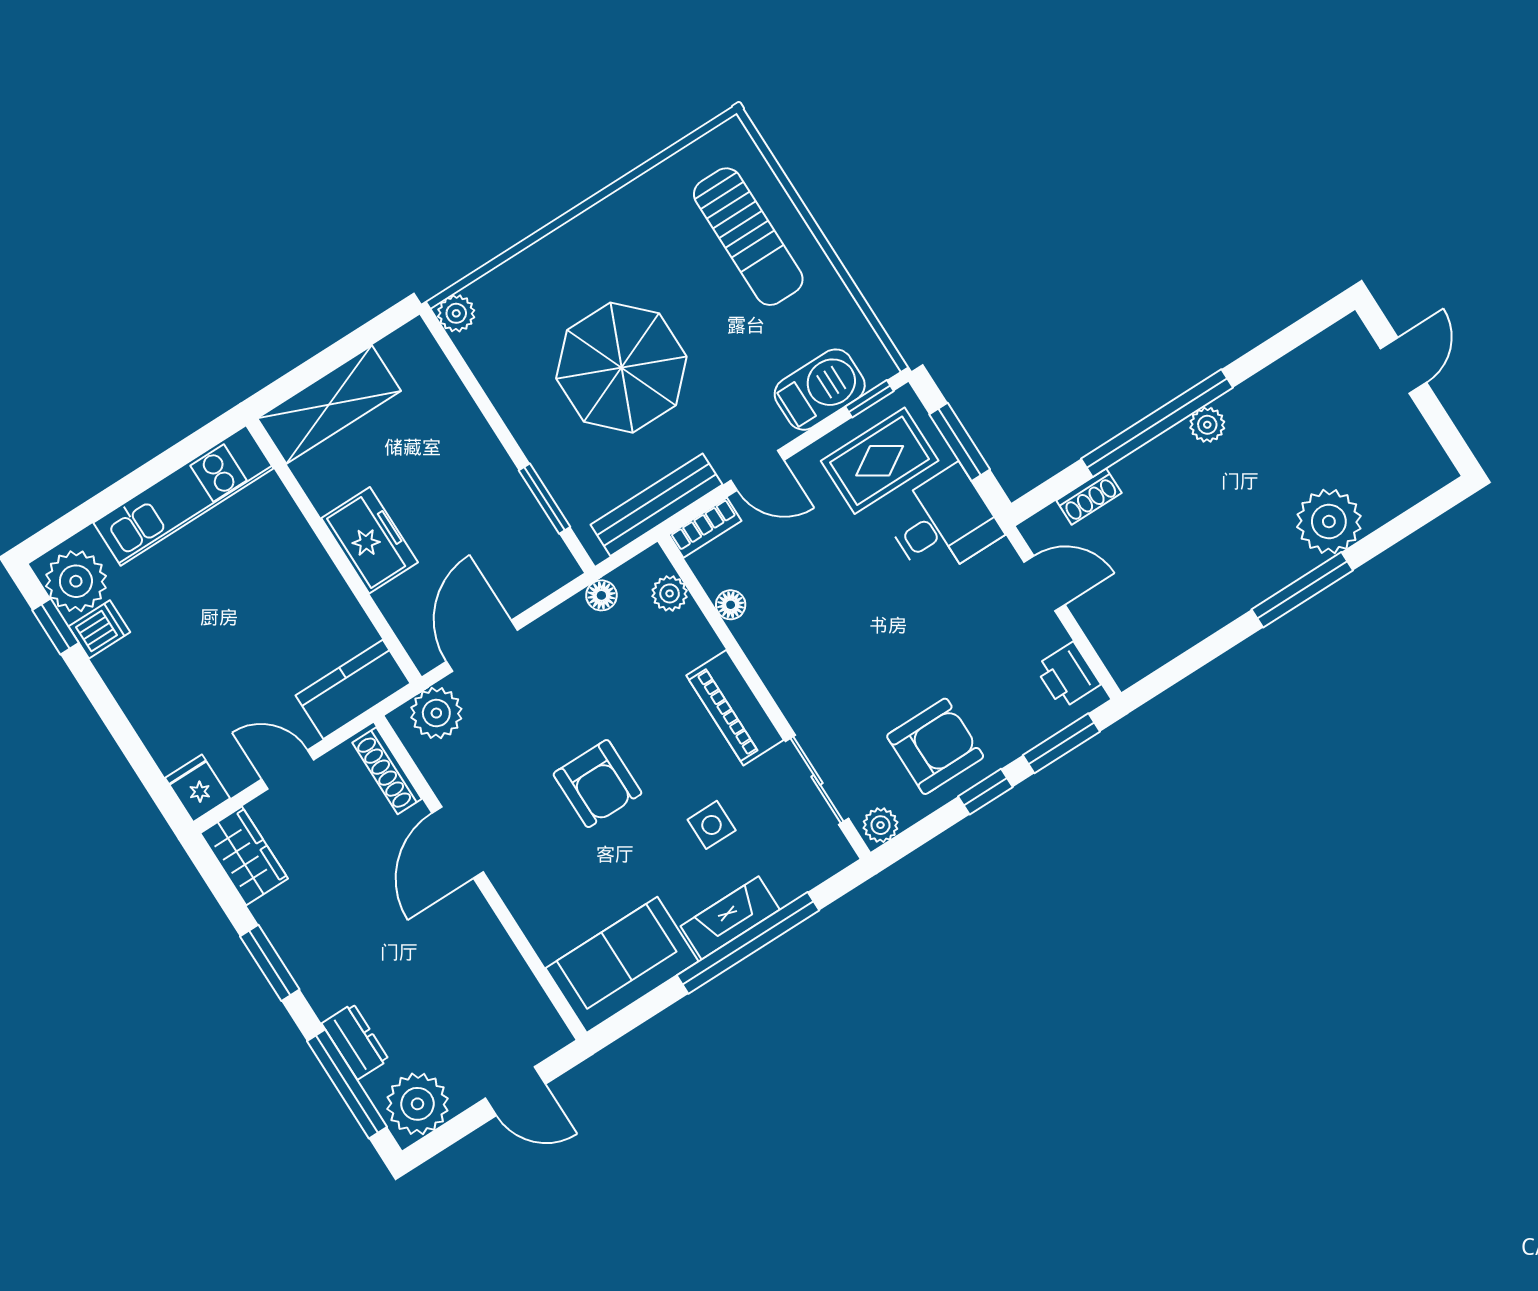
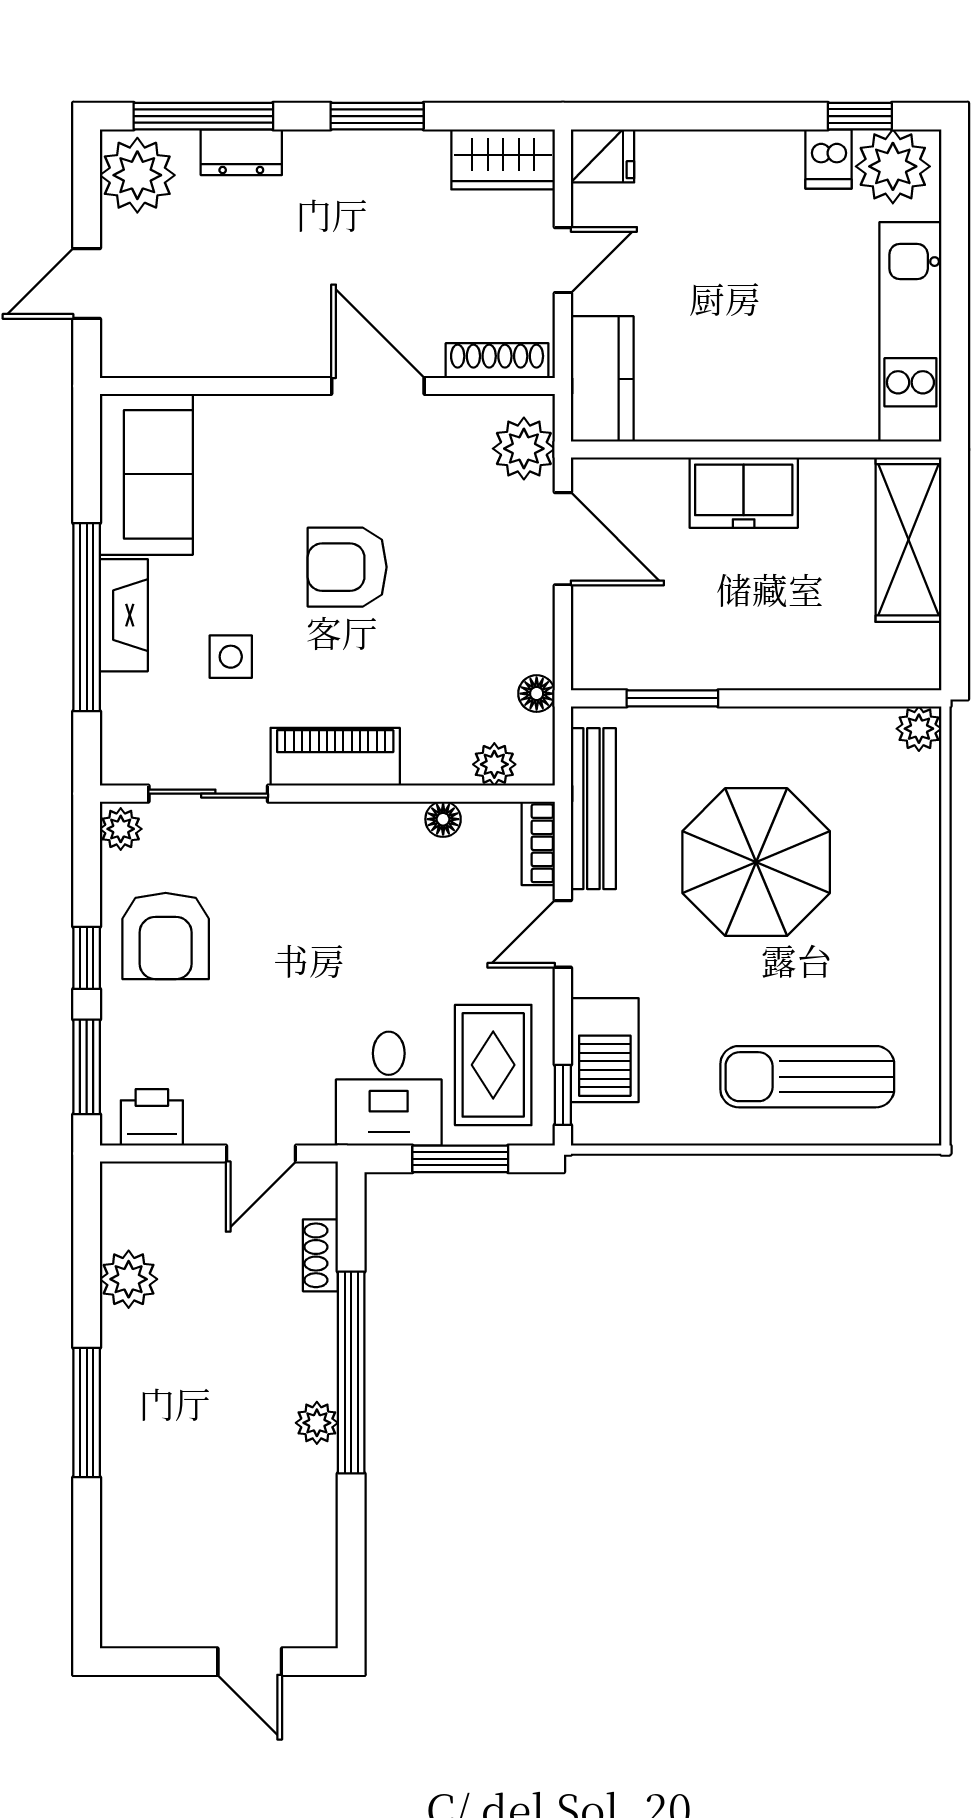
plant: (1329, 522) -> (129, 1279), moved, width x0.73, depth x0.73

